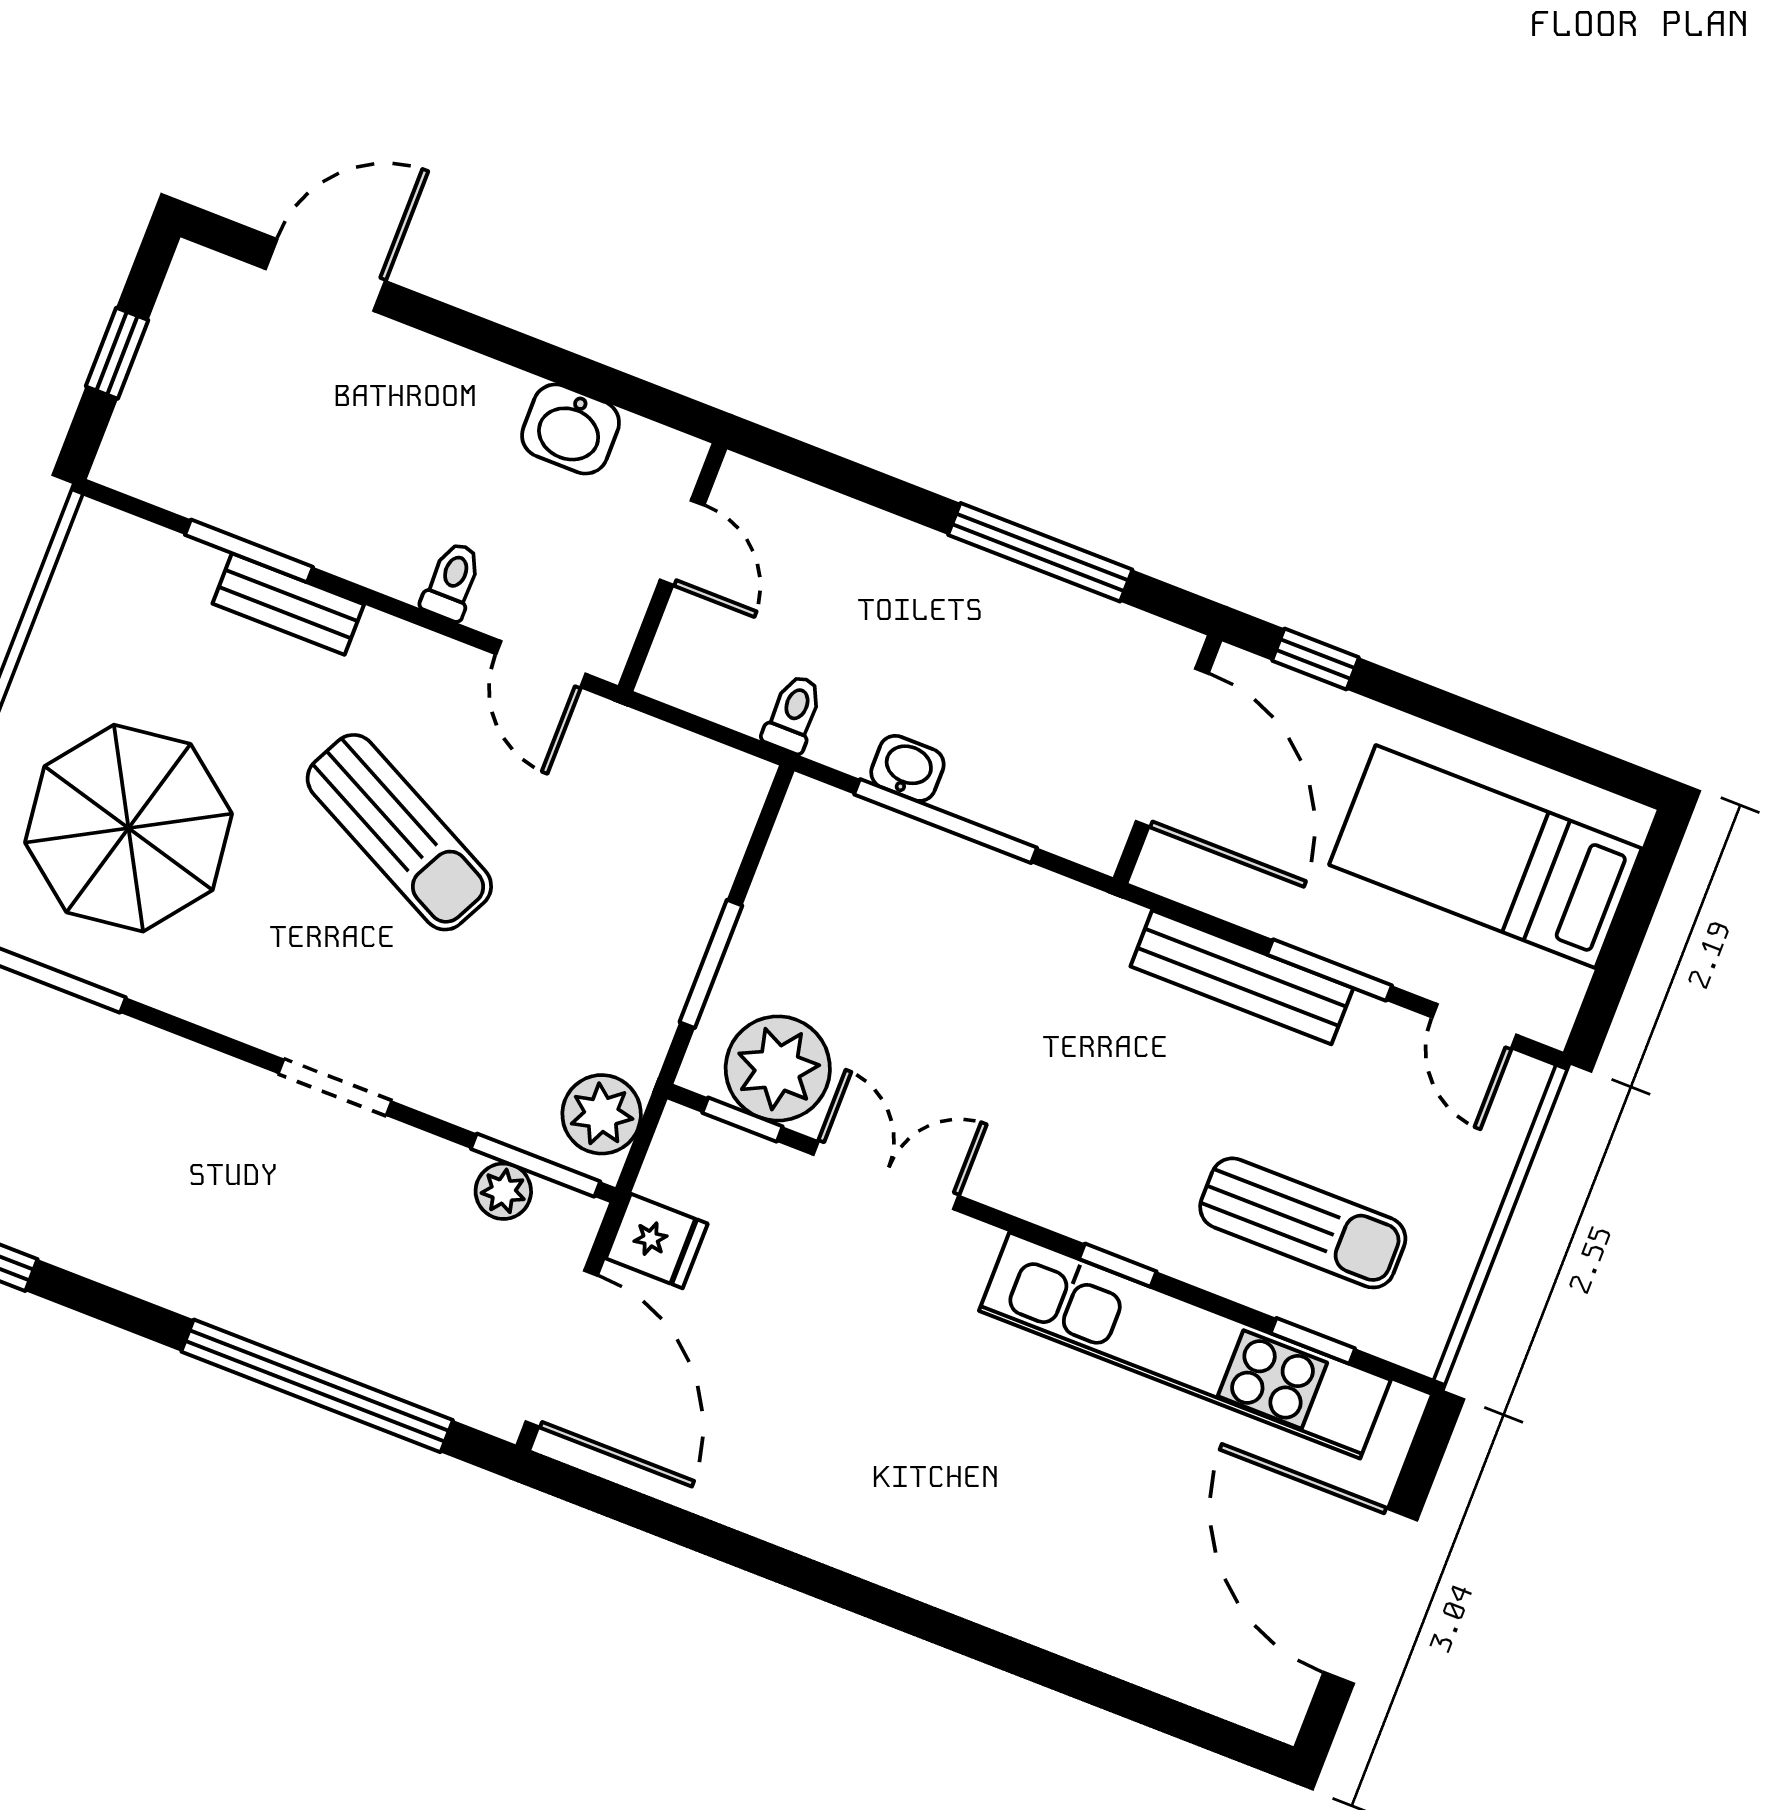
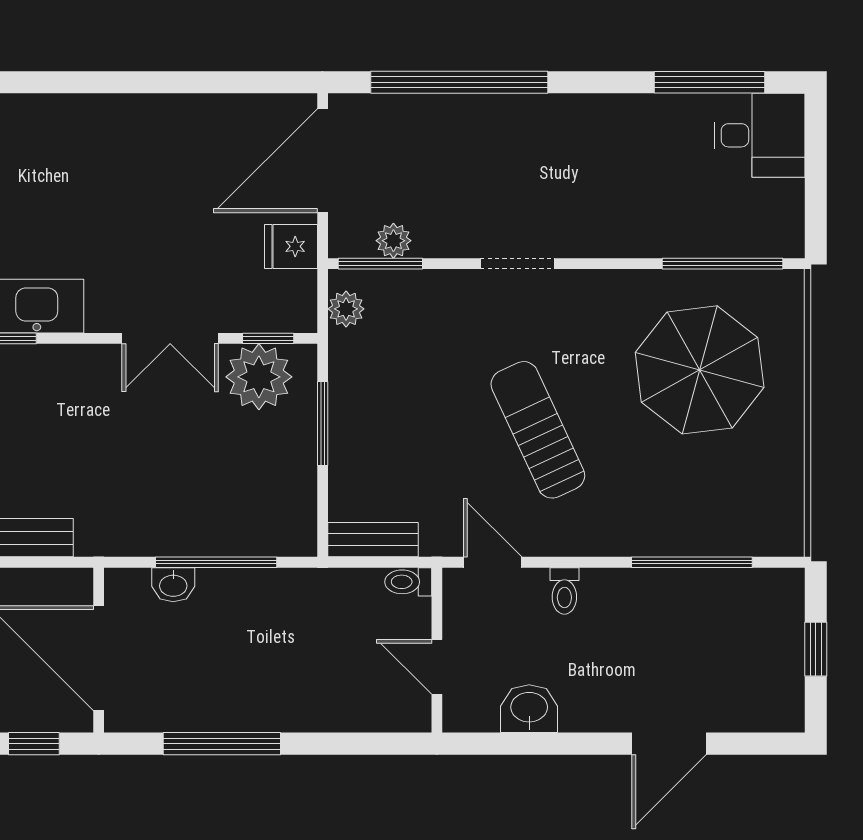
door: (325, 275) -> (669, 744), moved
window: (249, 551) -> (692, 562), width x1.44
bench: (288, 604) -> (373, 540), moved
toilet: (793, 714) -> (408, 582), moved, turned 90
washbasin: (907, 768) -> (173, 585), moved
sun lounger: (399, 832) -> (538, 430), turned 38
plant: (602, 1114) -> (346, 309), width x0.73, depth x0.73
door: (562, 1349) -> (323, 161), hinge flipped

